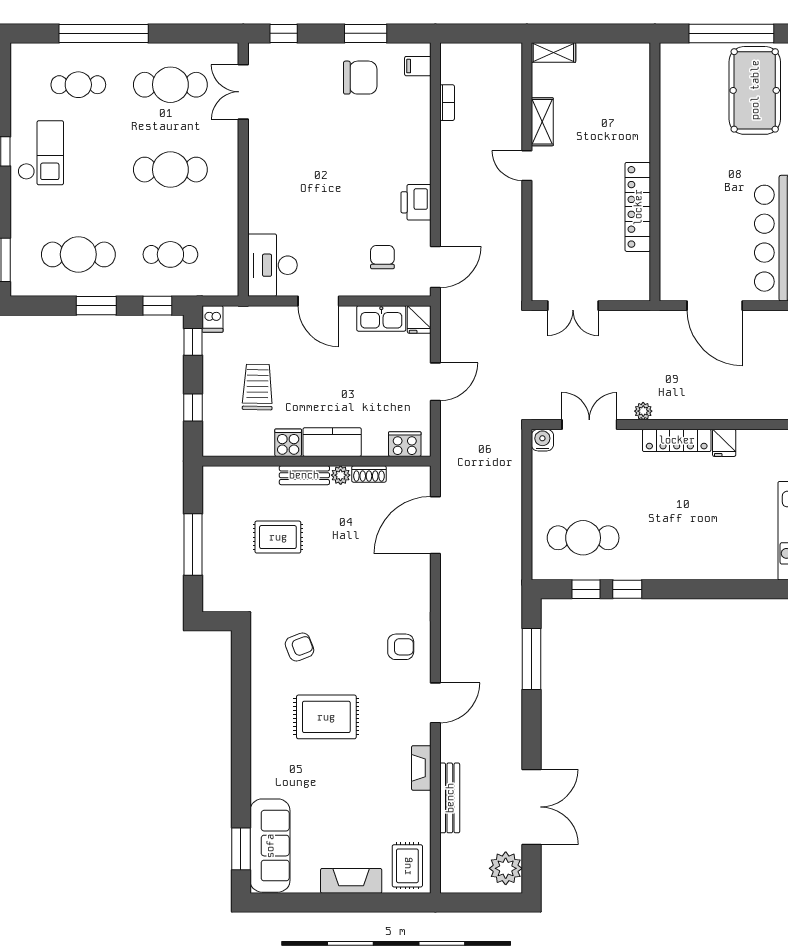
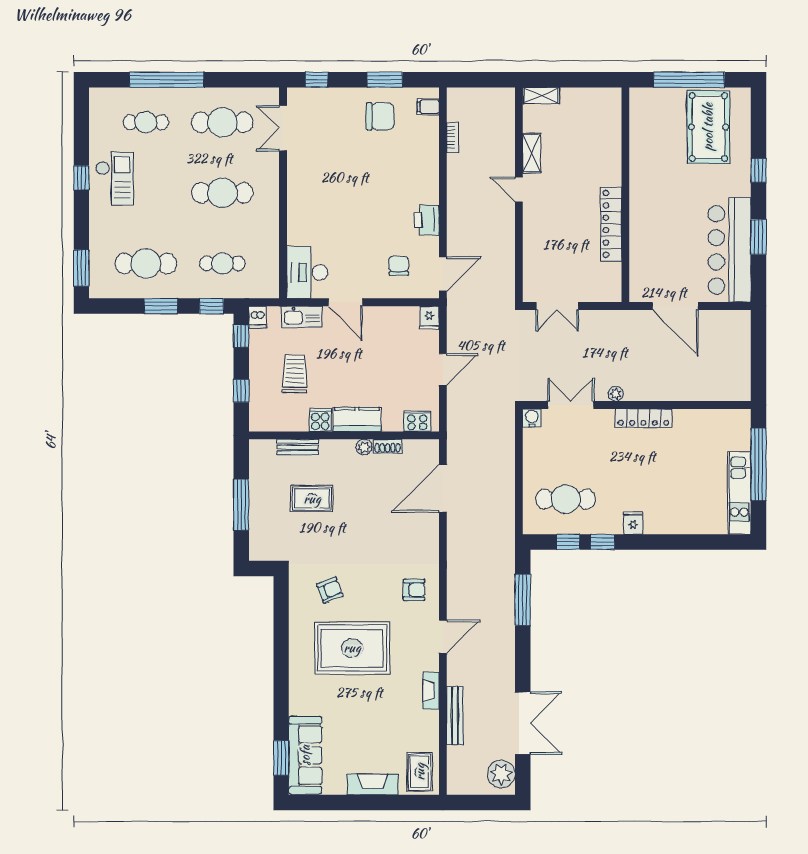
kitchen sink: (381, 318) -> (302, 317), moved
fridge: (724, 443) -> (633, 523), moved, turned 180
bench: (304, 475) -> (298, 447), moved
rug: (326, 717) -> (352, 648), width x1.37, depth x1.44

